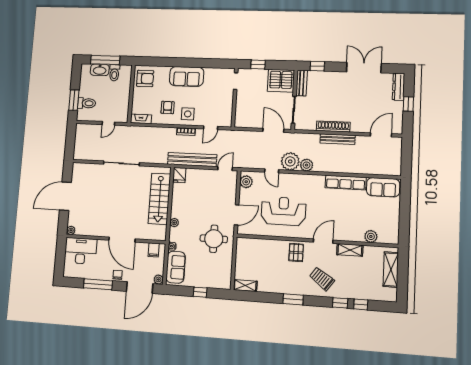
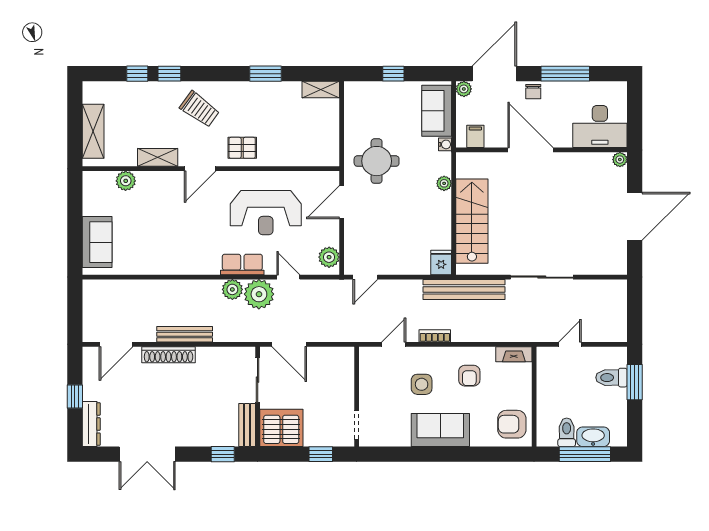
side table: (188, 114) -> (422, 384), moved
shoe rack: (333, 126) -> (169, 355), moved
bench: (192, 159) -> (464, 289), moved
row of seats: (346, 183) -> (242, 264), moved, width x0.68
sofa: (383, 187) -> (97, 242), moved, turned 90
pallet: (296, 252) -> (242, 148), turned 90
window: (293, 299) -> (266, 74), moved

